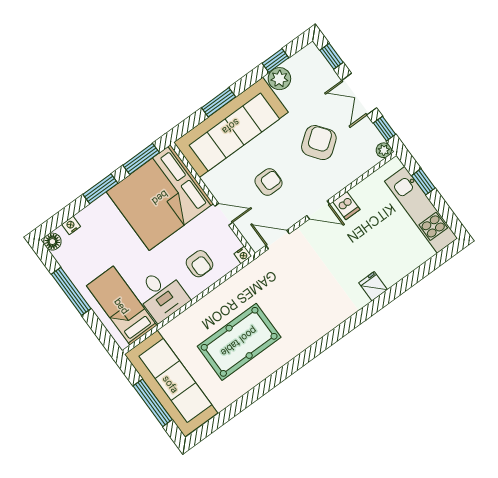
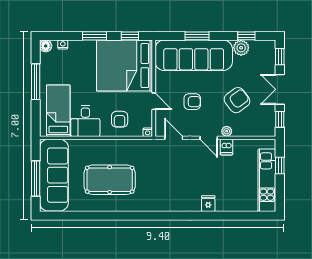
plant: (384, 150) -> (227, 131), moved
window: (141, 159) -> (130, 36), width x0.67

